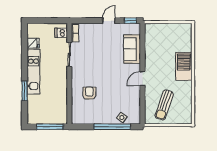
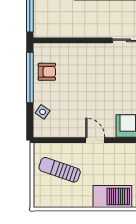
armchair: (89, 93) -> (47, 72), moved
window: (112, 127) -> (30, 77), moved

